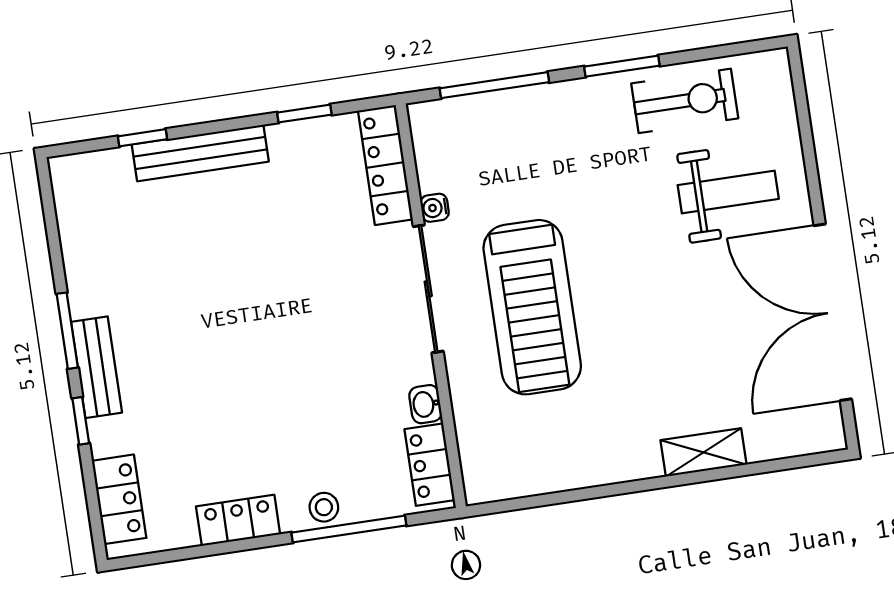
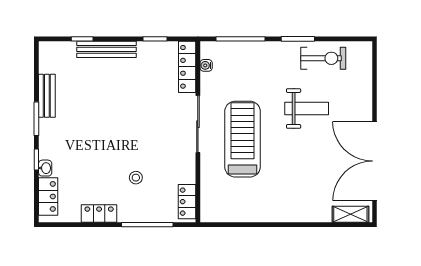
weight bench: (728, 192) -> (307, 108), moved
water cooler: (435, 208) -> (206, 65), moved
treadmill: (532, 307) -> (243, 139), turned 180
bench: (97, 367) -> (47, 96), moved
washbasin: (425, 404) -> (45, 168), moved, turned 180
shelving: (703, 452) -> (350, 214), moved
stool: (324, 507) -> (136, 178), moved

